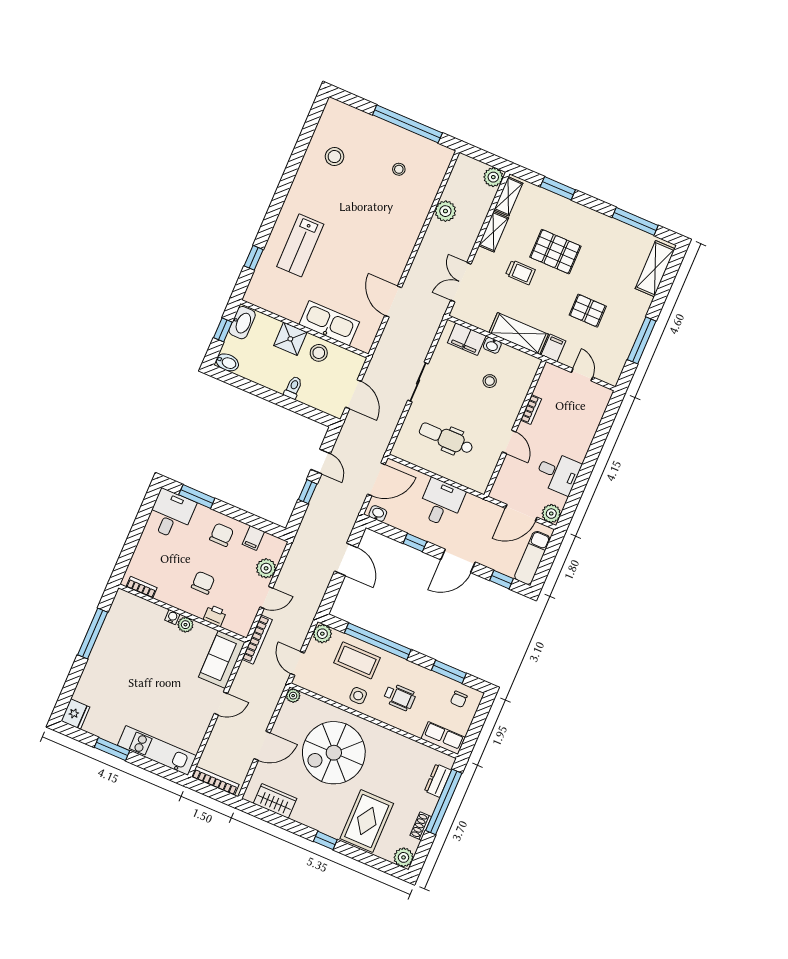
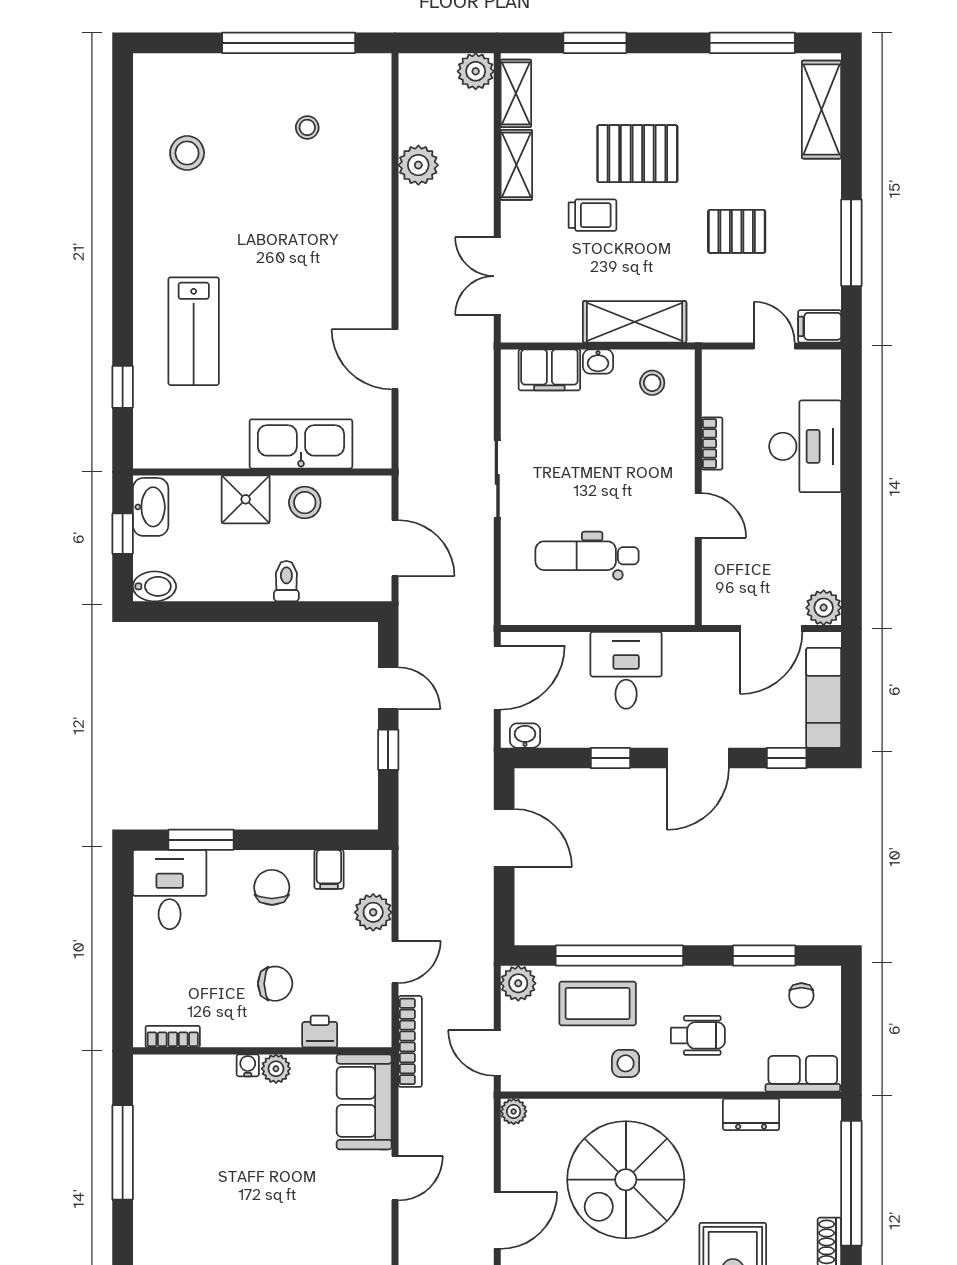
filing cabinet: (553, 348) -> (820, 326), moved, turned -90
stool: (490, 381) -> (652, 383), moved
desk: (558, 473) -> (805, 446), moved, width x1.37
chair: (203, 583) -> (275, 984), turned 90
dresser: (438, 781) -> (751, 1114), moved, turned -90

